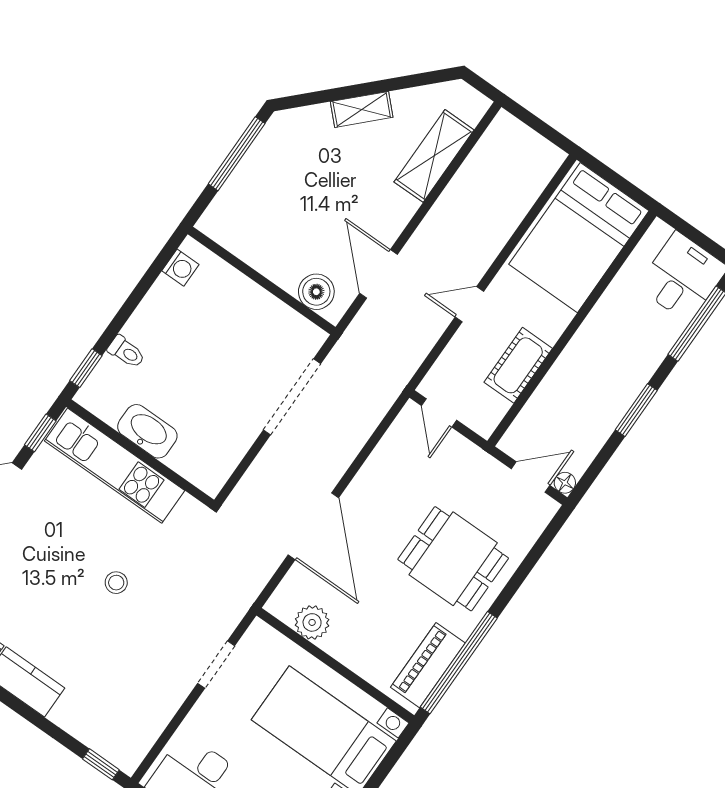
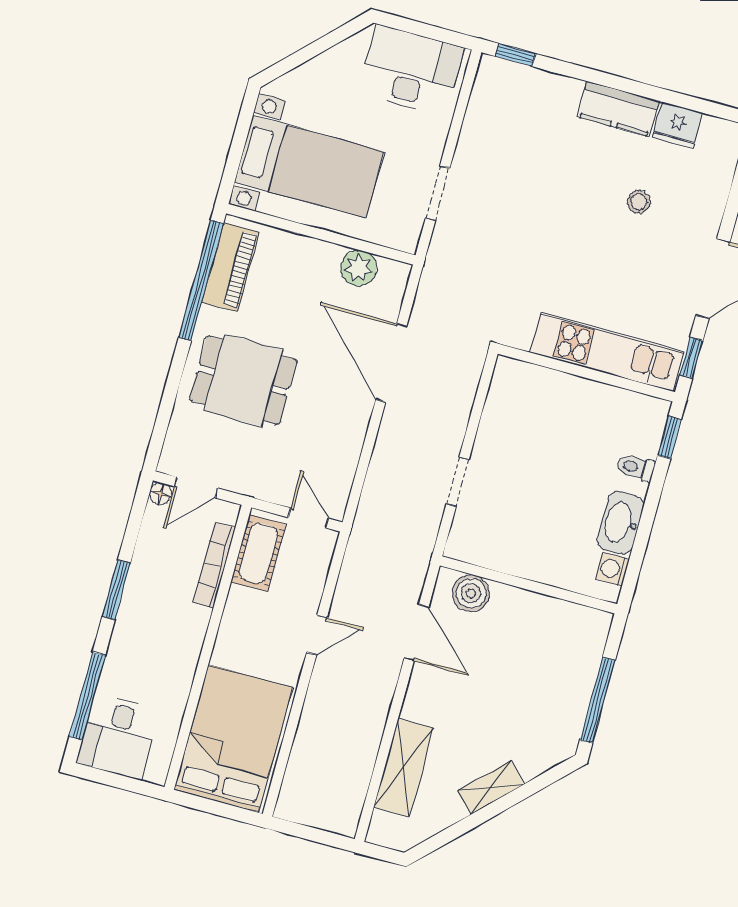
cot: (518, 365) -> (258, 553), moved
doorway: (292, 397) -> (458, 482), width x0.53
bookcase: (539, 401) -> (214, 565), added
washbasin: (147, 431) -> (620, 523), moved, turned 90
stool: (116, 583) -> (639, 202), moved

